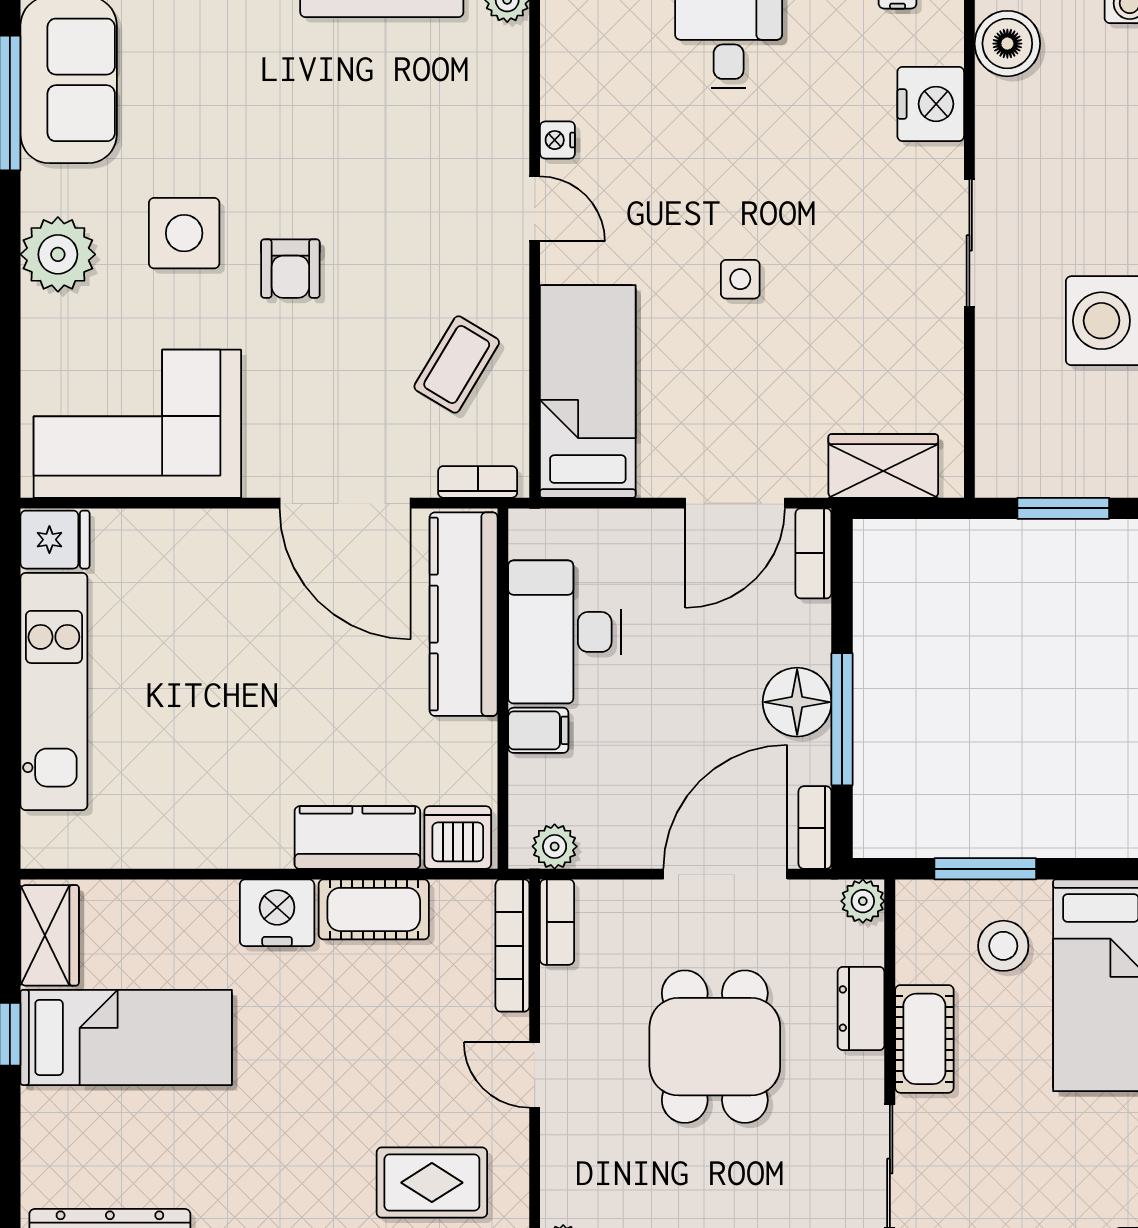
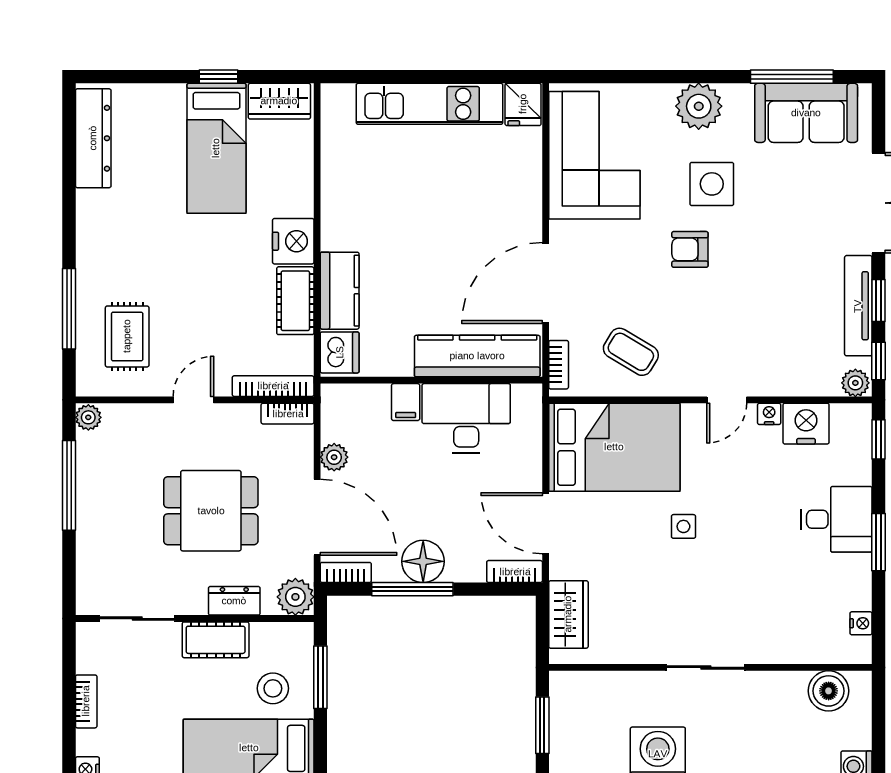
nightstand: (931, 104) -> (806, 424), moved, turned 180
bed: (588, 391) -> (614, 447), width x1.50
plant: (555, 846) -> (334, 457), moved
plant: (863, 901) -> (295, 597), width x1.38, depth x1.38

